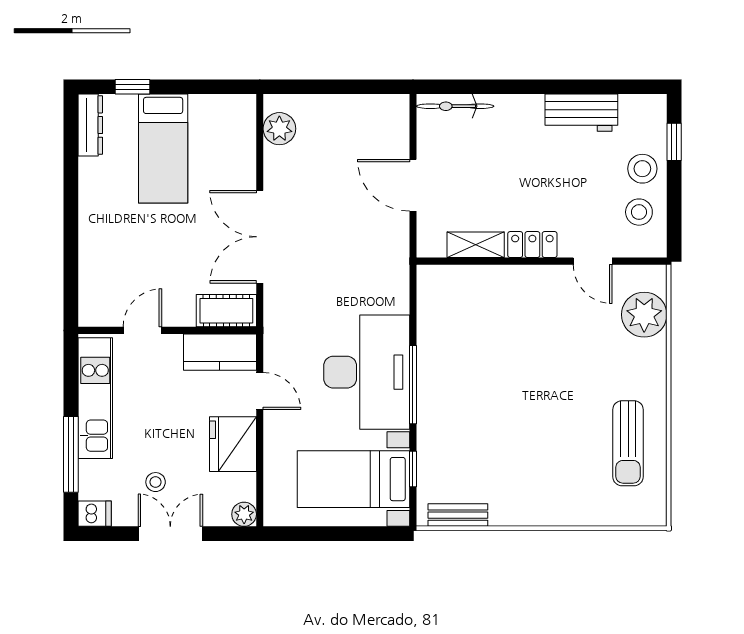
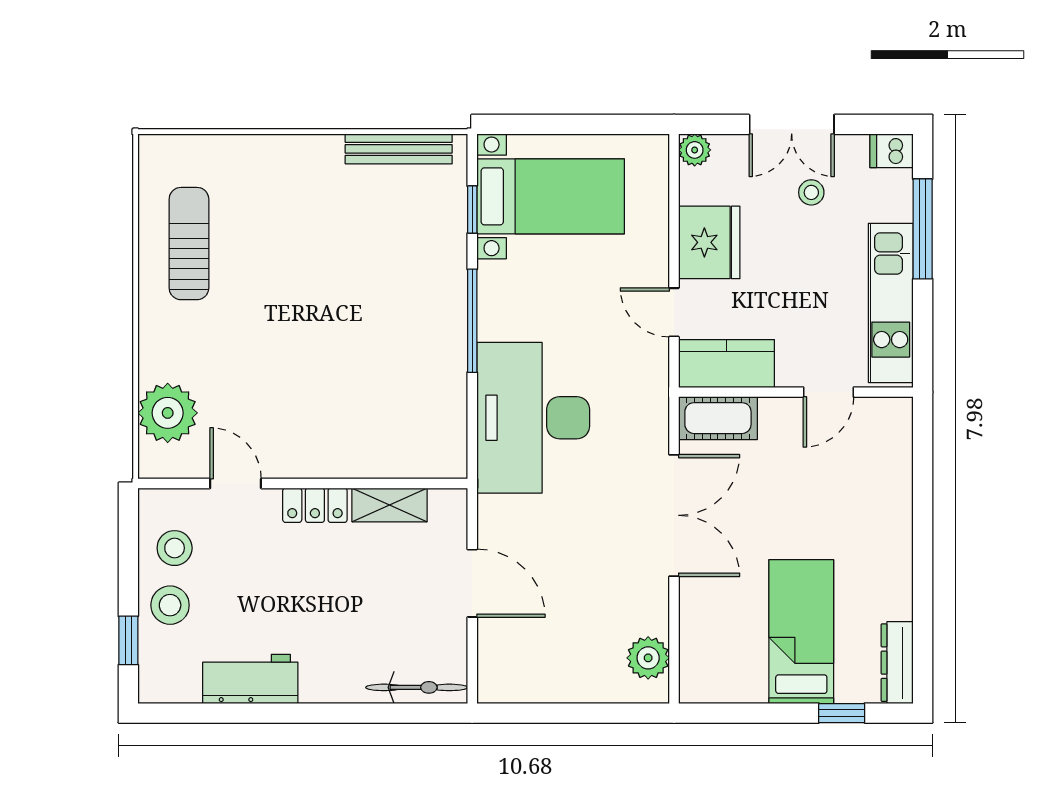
desk: (367, 372) -> (533, 418), moved
bench: (458, 515) -> (399, 149), width x1.36

